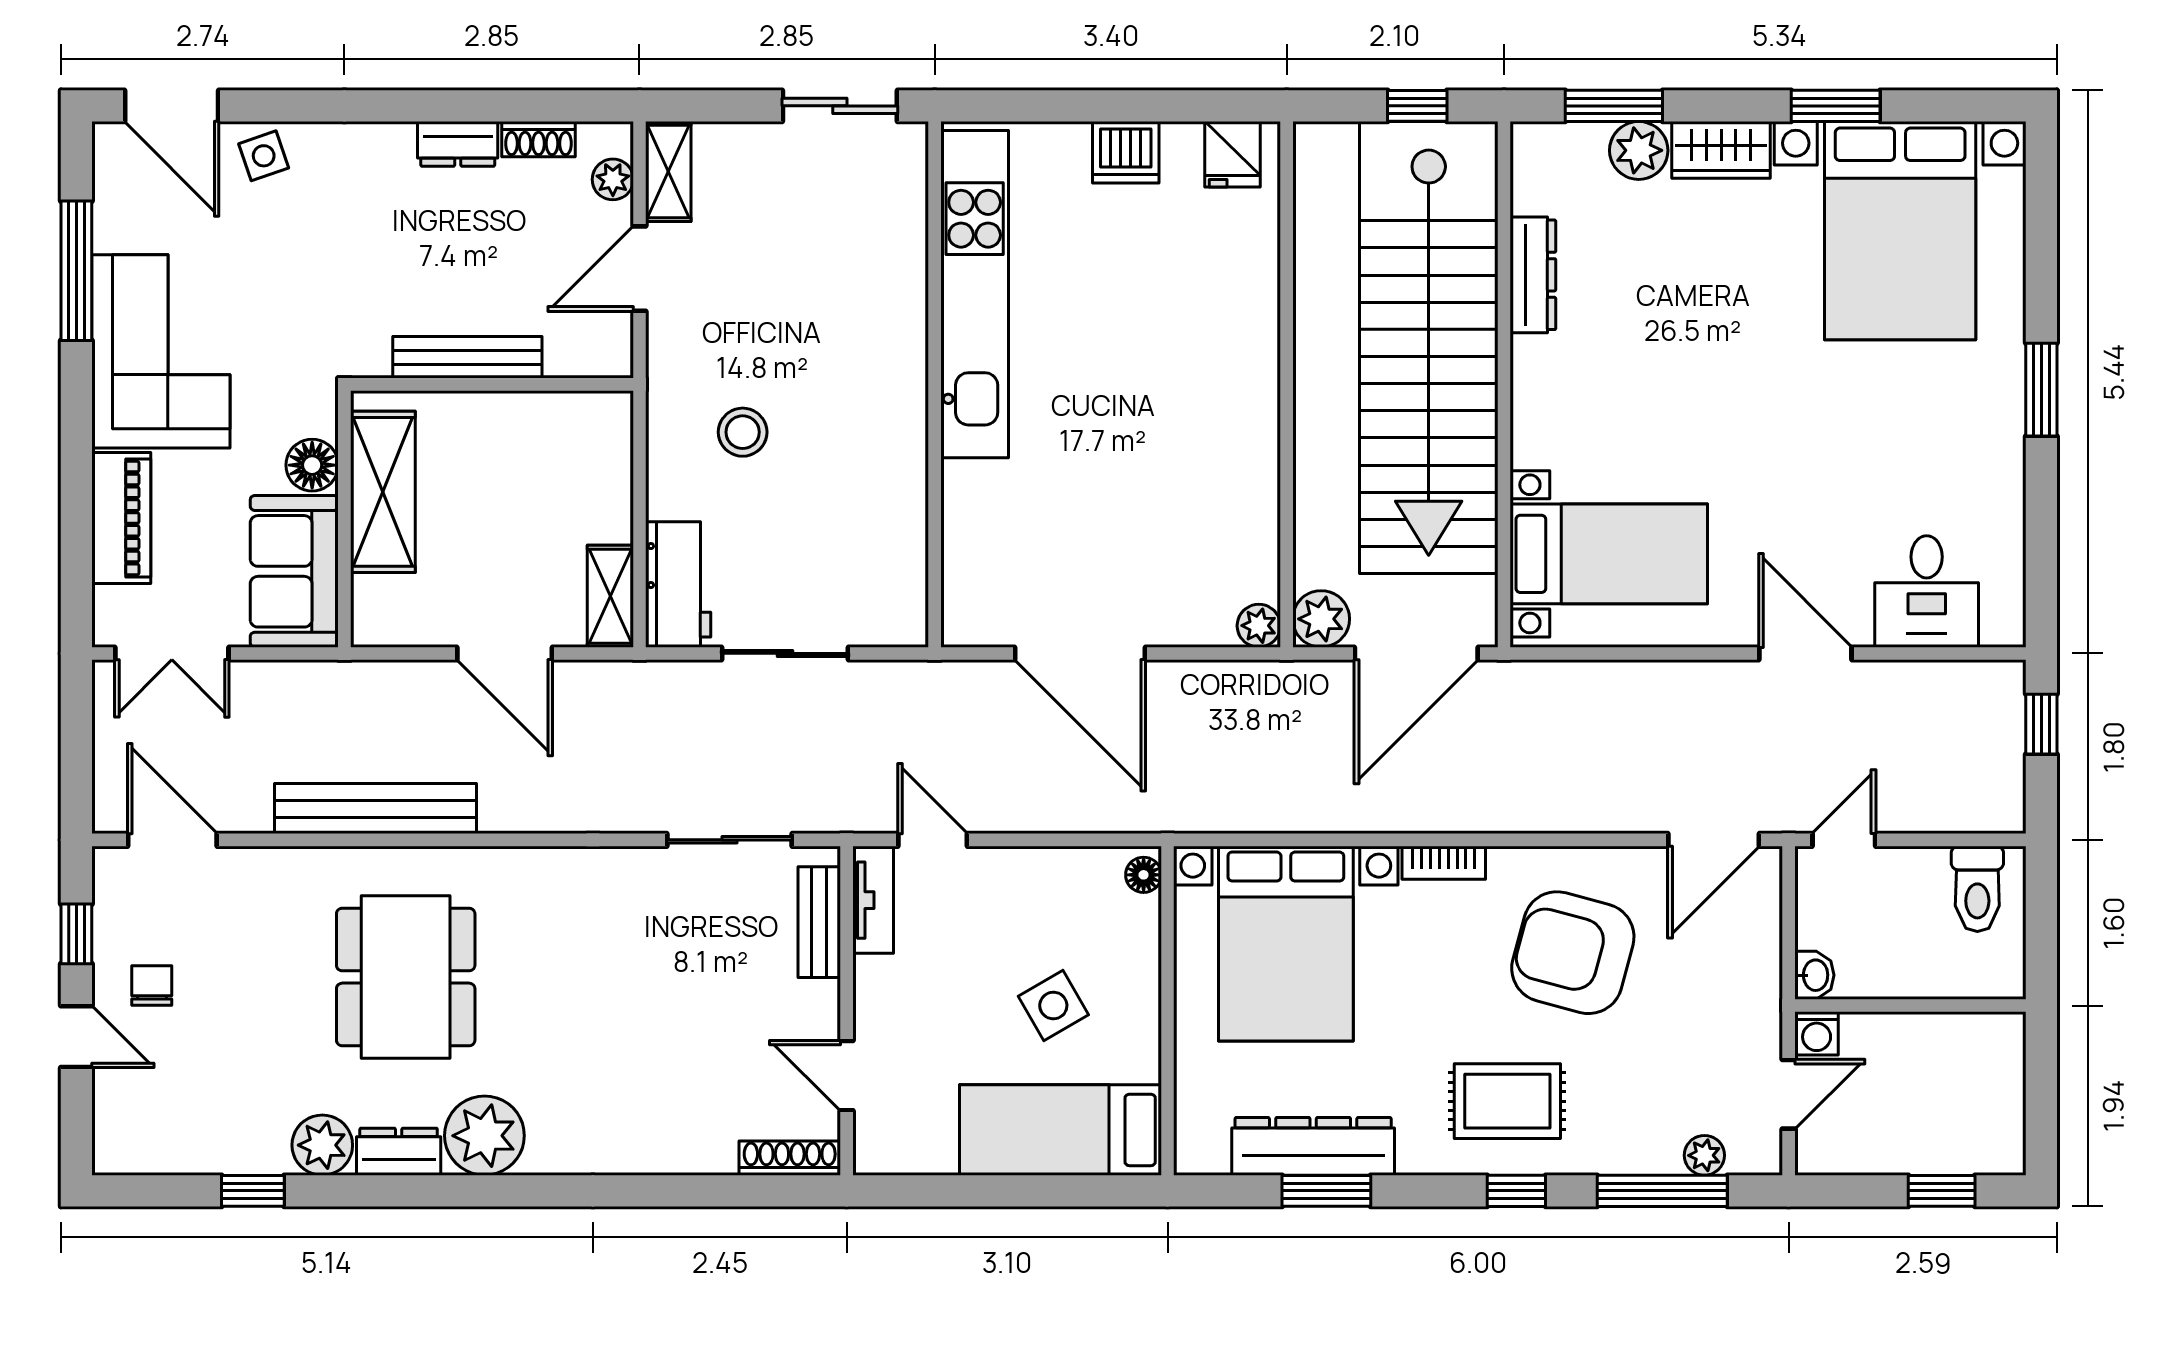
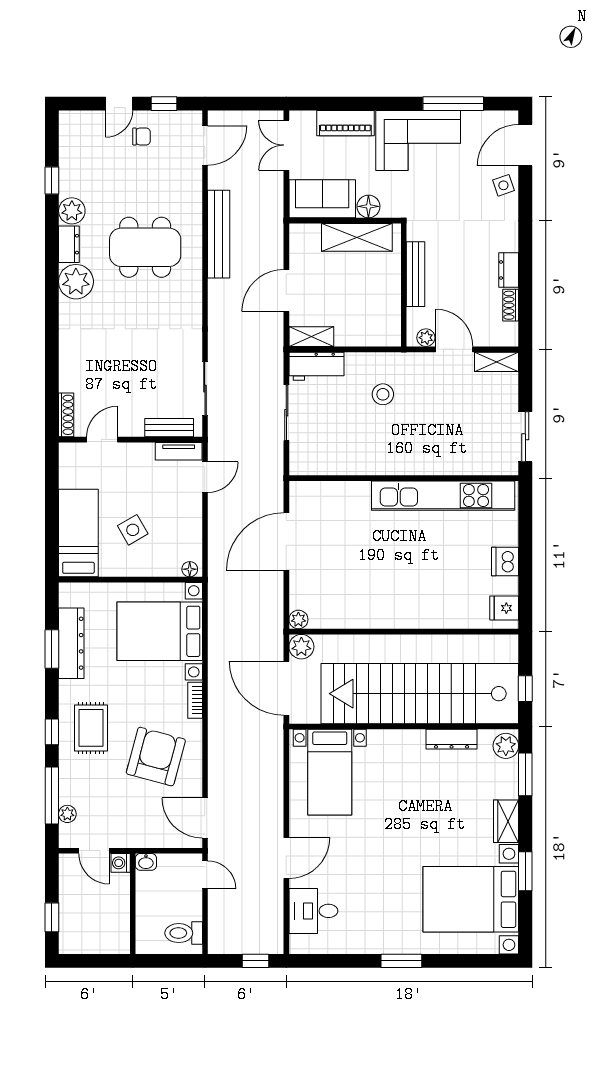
plant: (1639, 150) -> (506, 746), moved
plant: (613, 179) -> (426, 338), moved

